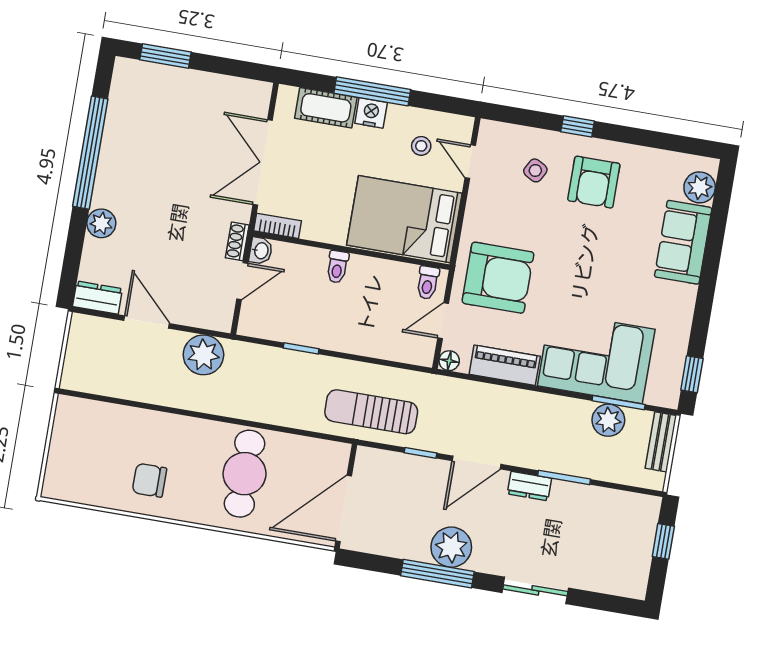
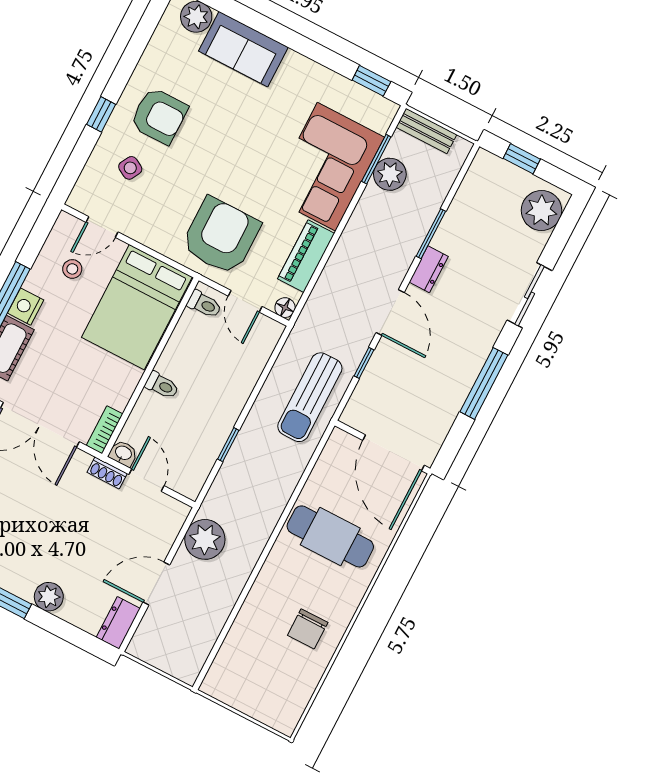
plant: (451, 547) -> (542, 210), moved

